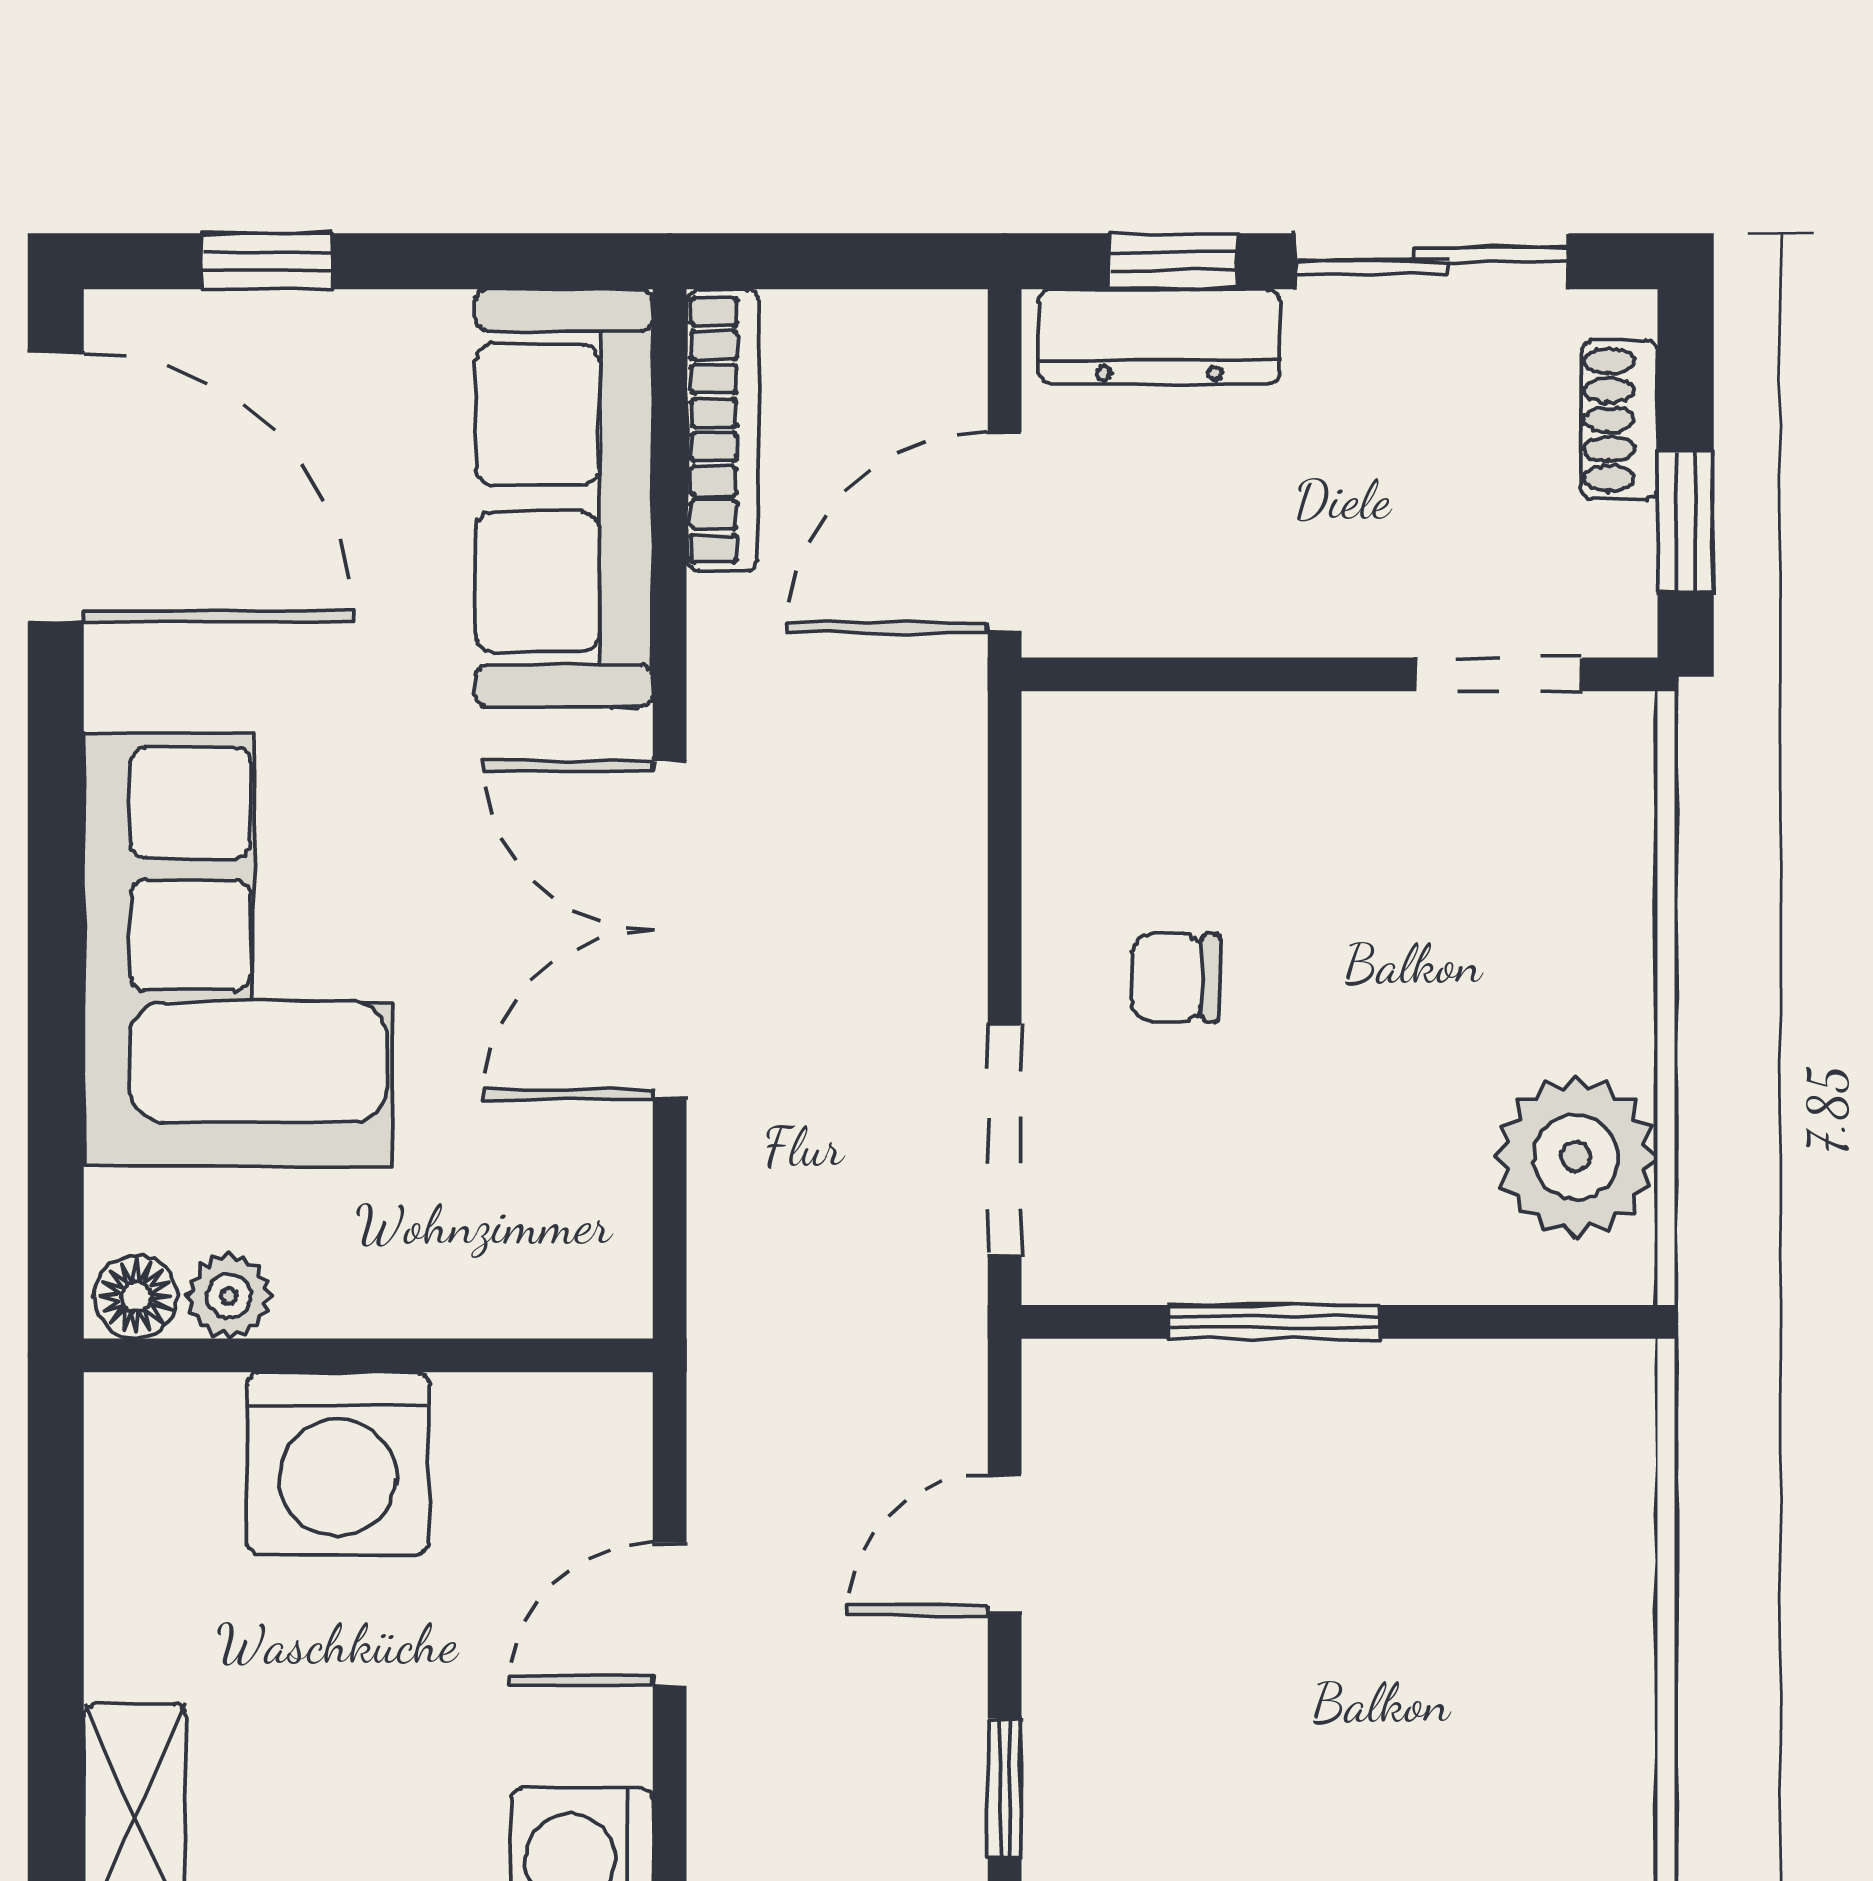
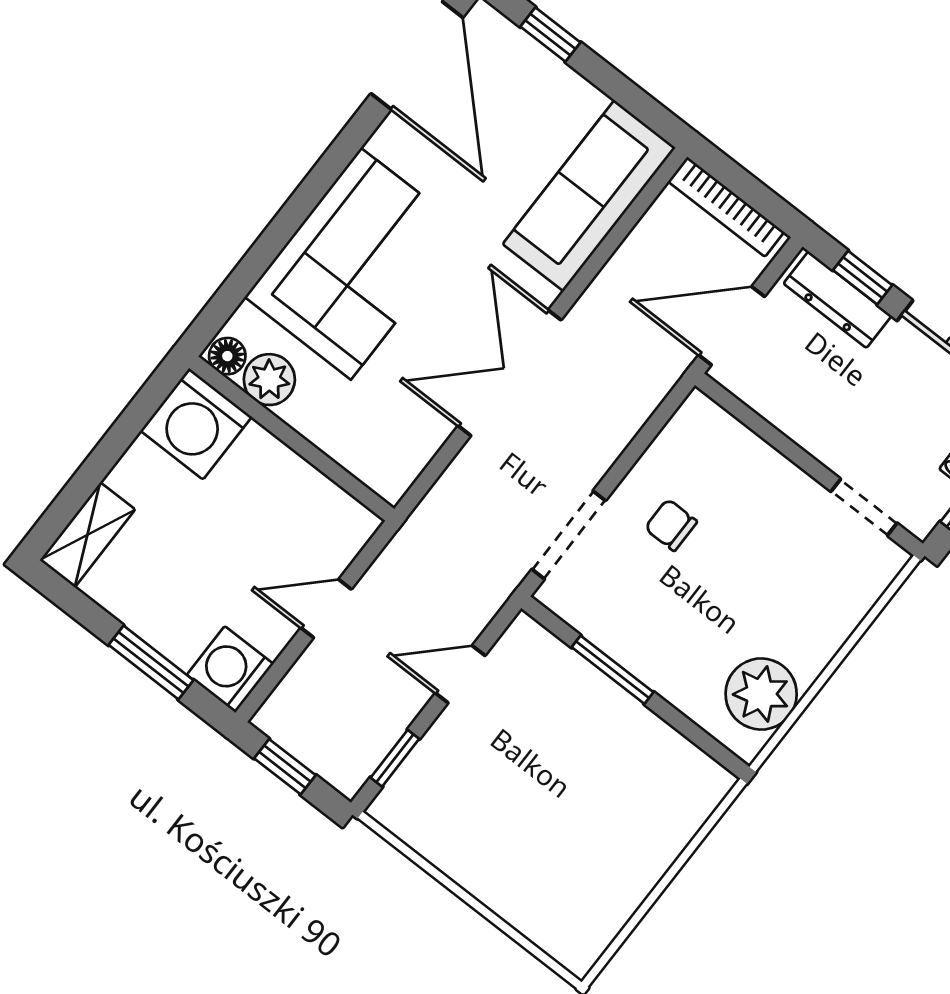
bookcase: (722, 430) -> (726, 207), moved, turned 90
plant: (229, 1296) -> (269, 380), width x1.38, depth x1.38
washing machine: (338, 1463) -> (196, 424), moved

